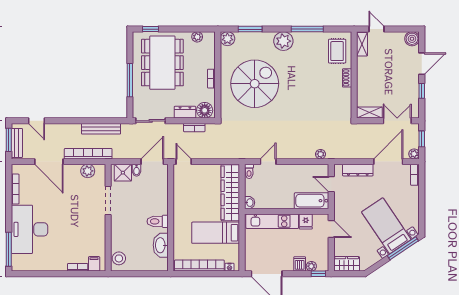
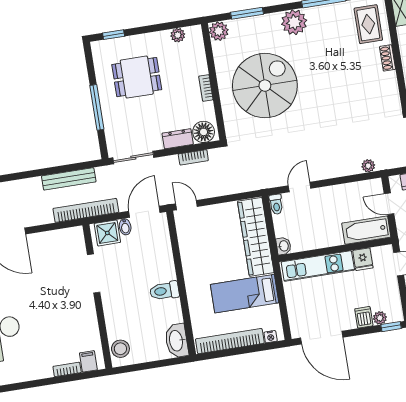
dining table: (162, 63) -> (137, 77), width x0.53, depth x0.80
bookcase: (88, 154) -> (86, 210), moved
plant: (88, 171) -> (60, 238), removed
washbasin: (161, 245) -> (177, 341), moved

